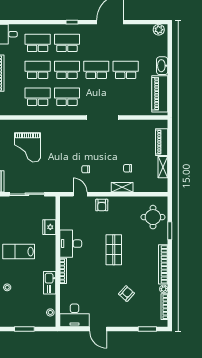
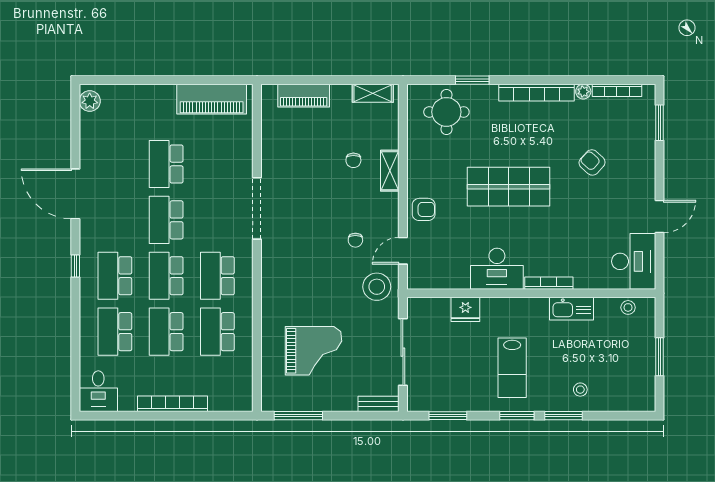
washbasin: (162, 66) -> (158, 95), removed
shelving: (163, 167) -> (373, 93), moved
stool: (61, 180) -> (377, 287), added
shop shelf: (114, 250) -> (509, 187), width x1.43, depth x1.36

